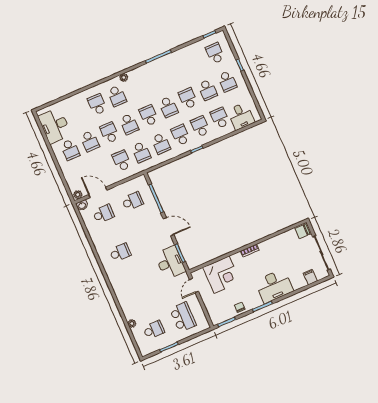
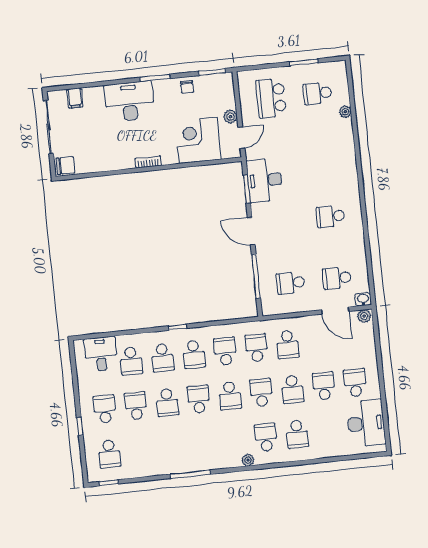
plant: (205, 297) -> (230, 117), added

